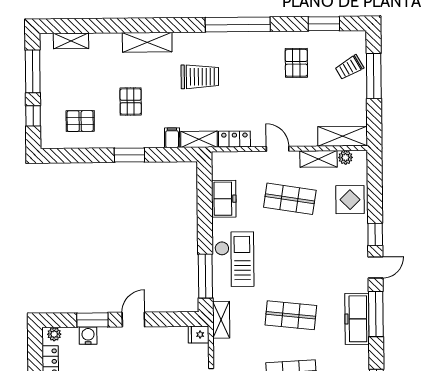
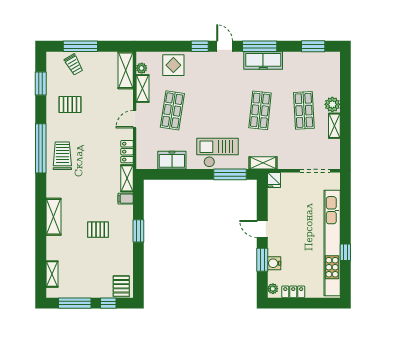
trolley: (200, 77) -> (62, 156), moved
pallet: (80, 121) -> (121, 286), moved

